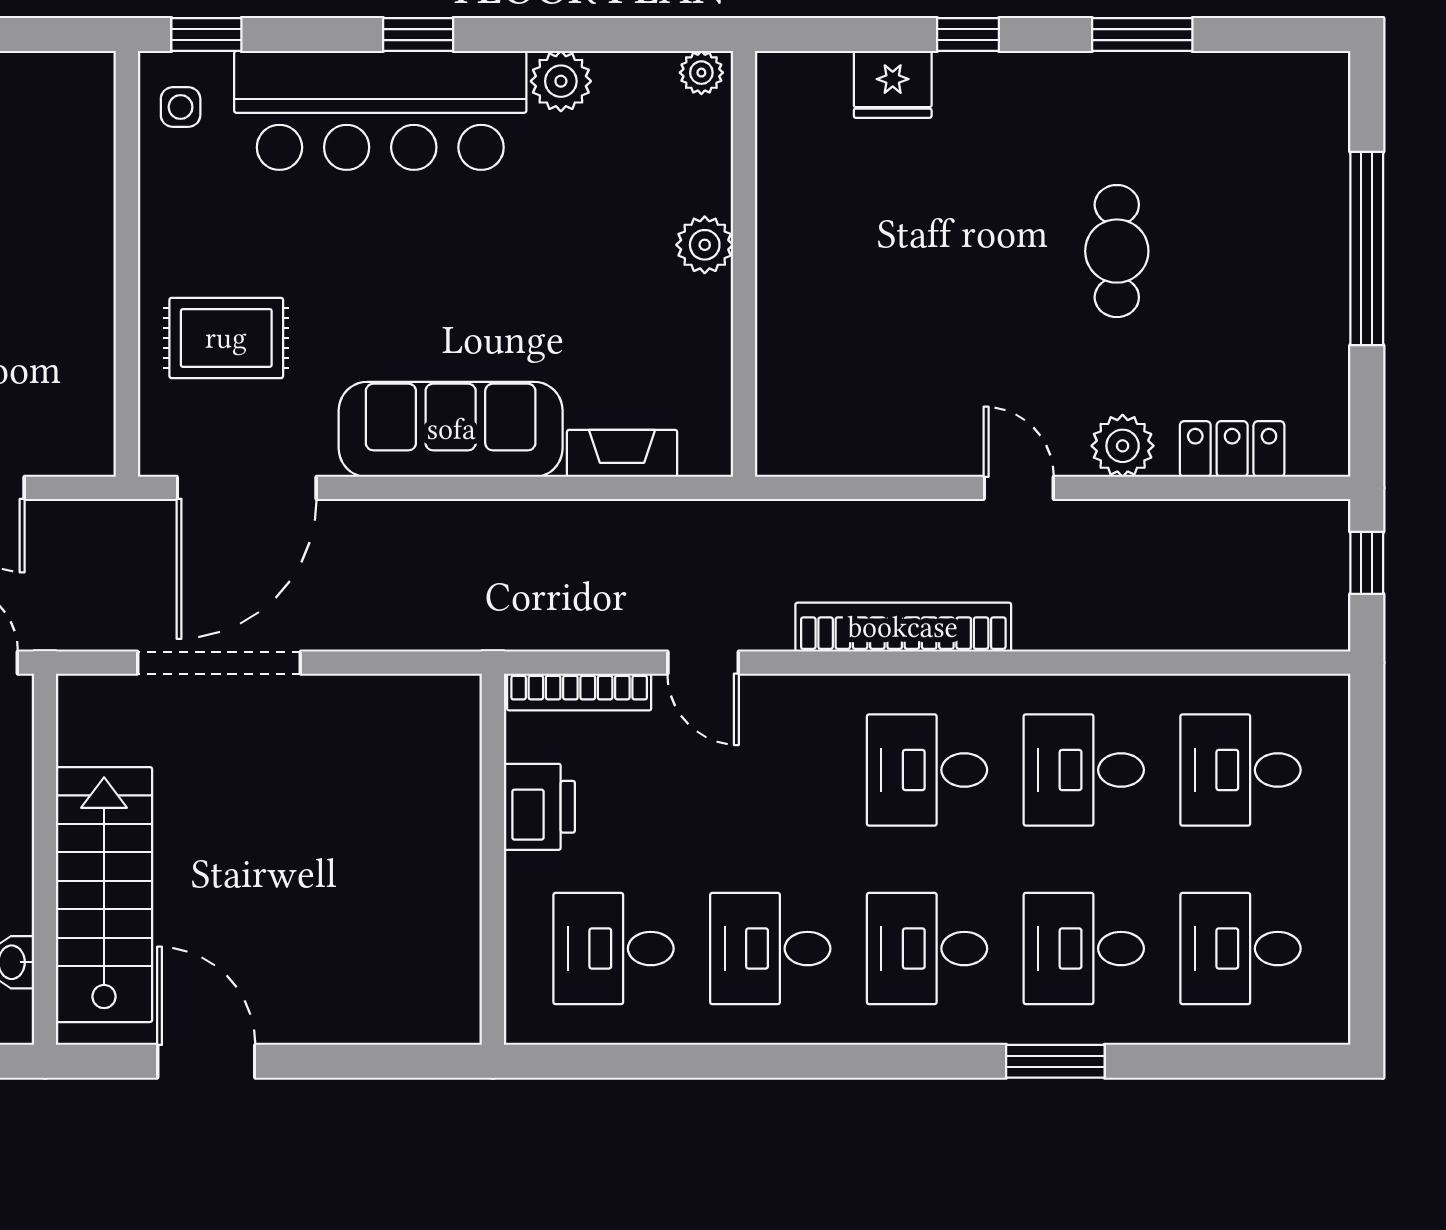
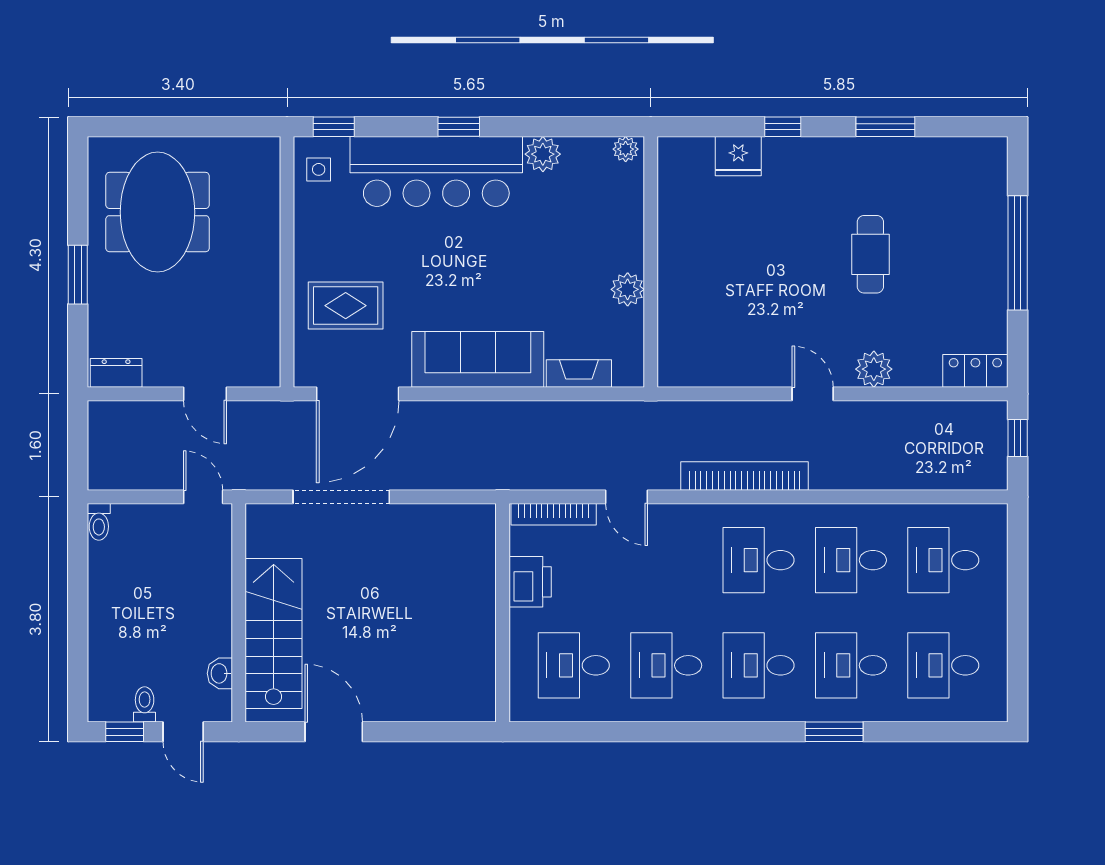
plant: (705, 245) -> (628, 289), moved
locker: (1232, 449) -> (975, 371), moved

